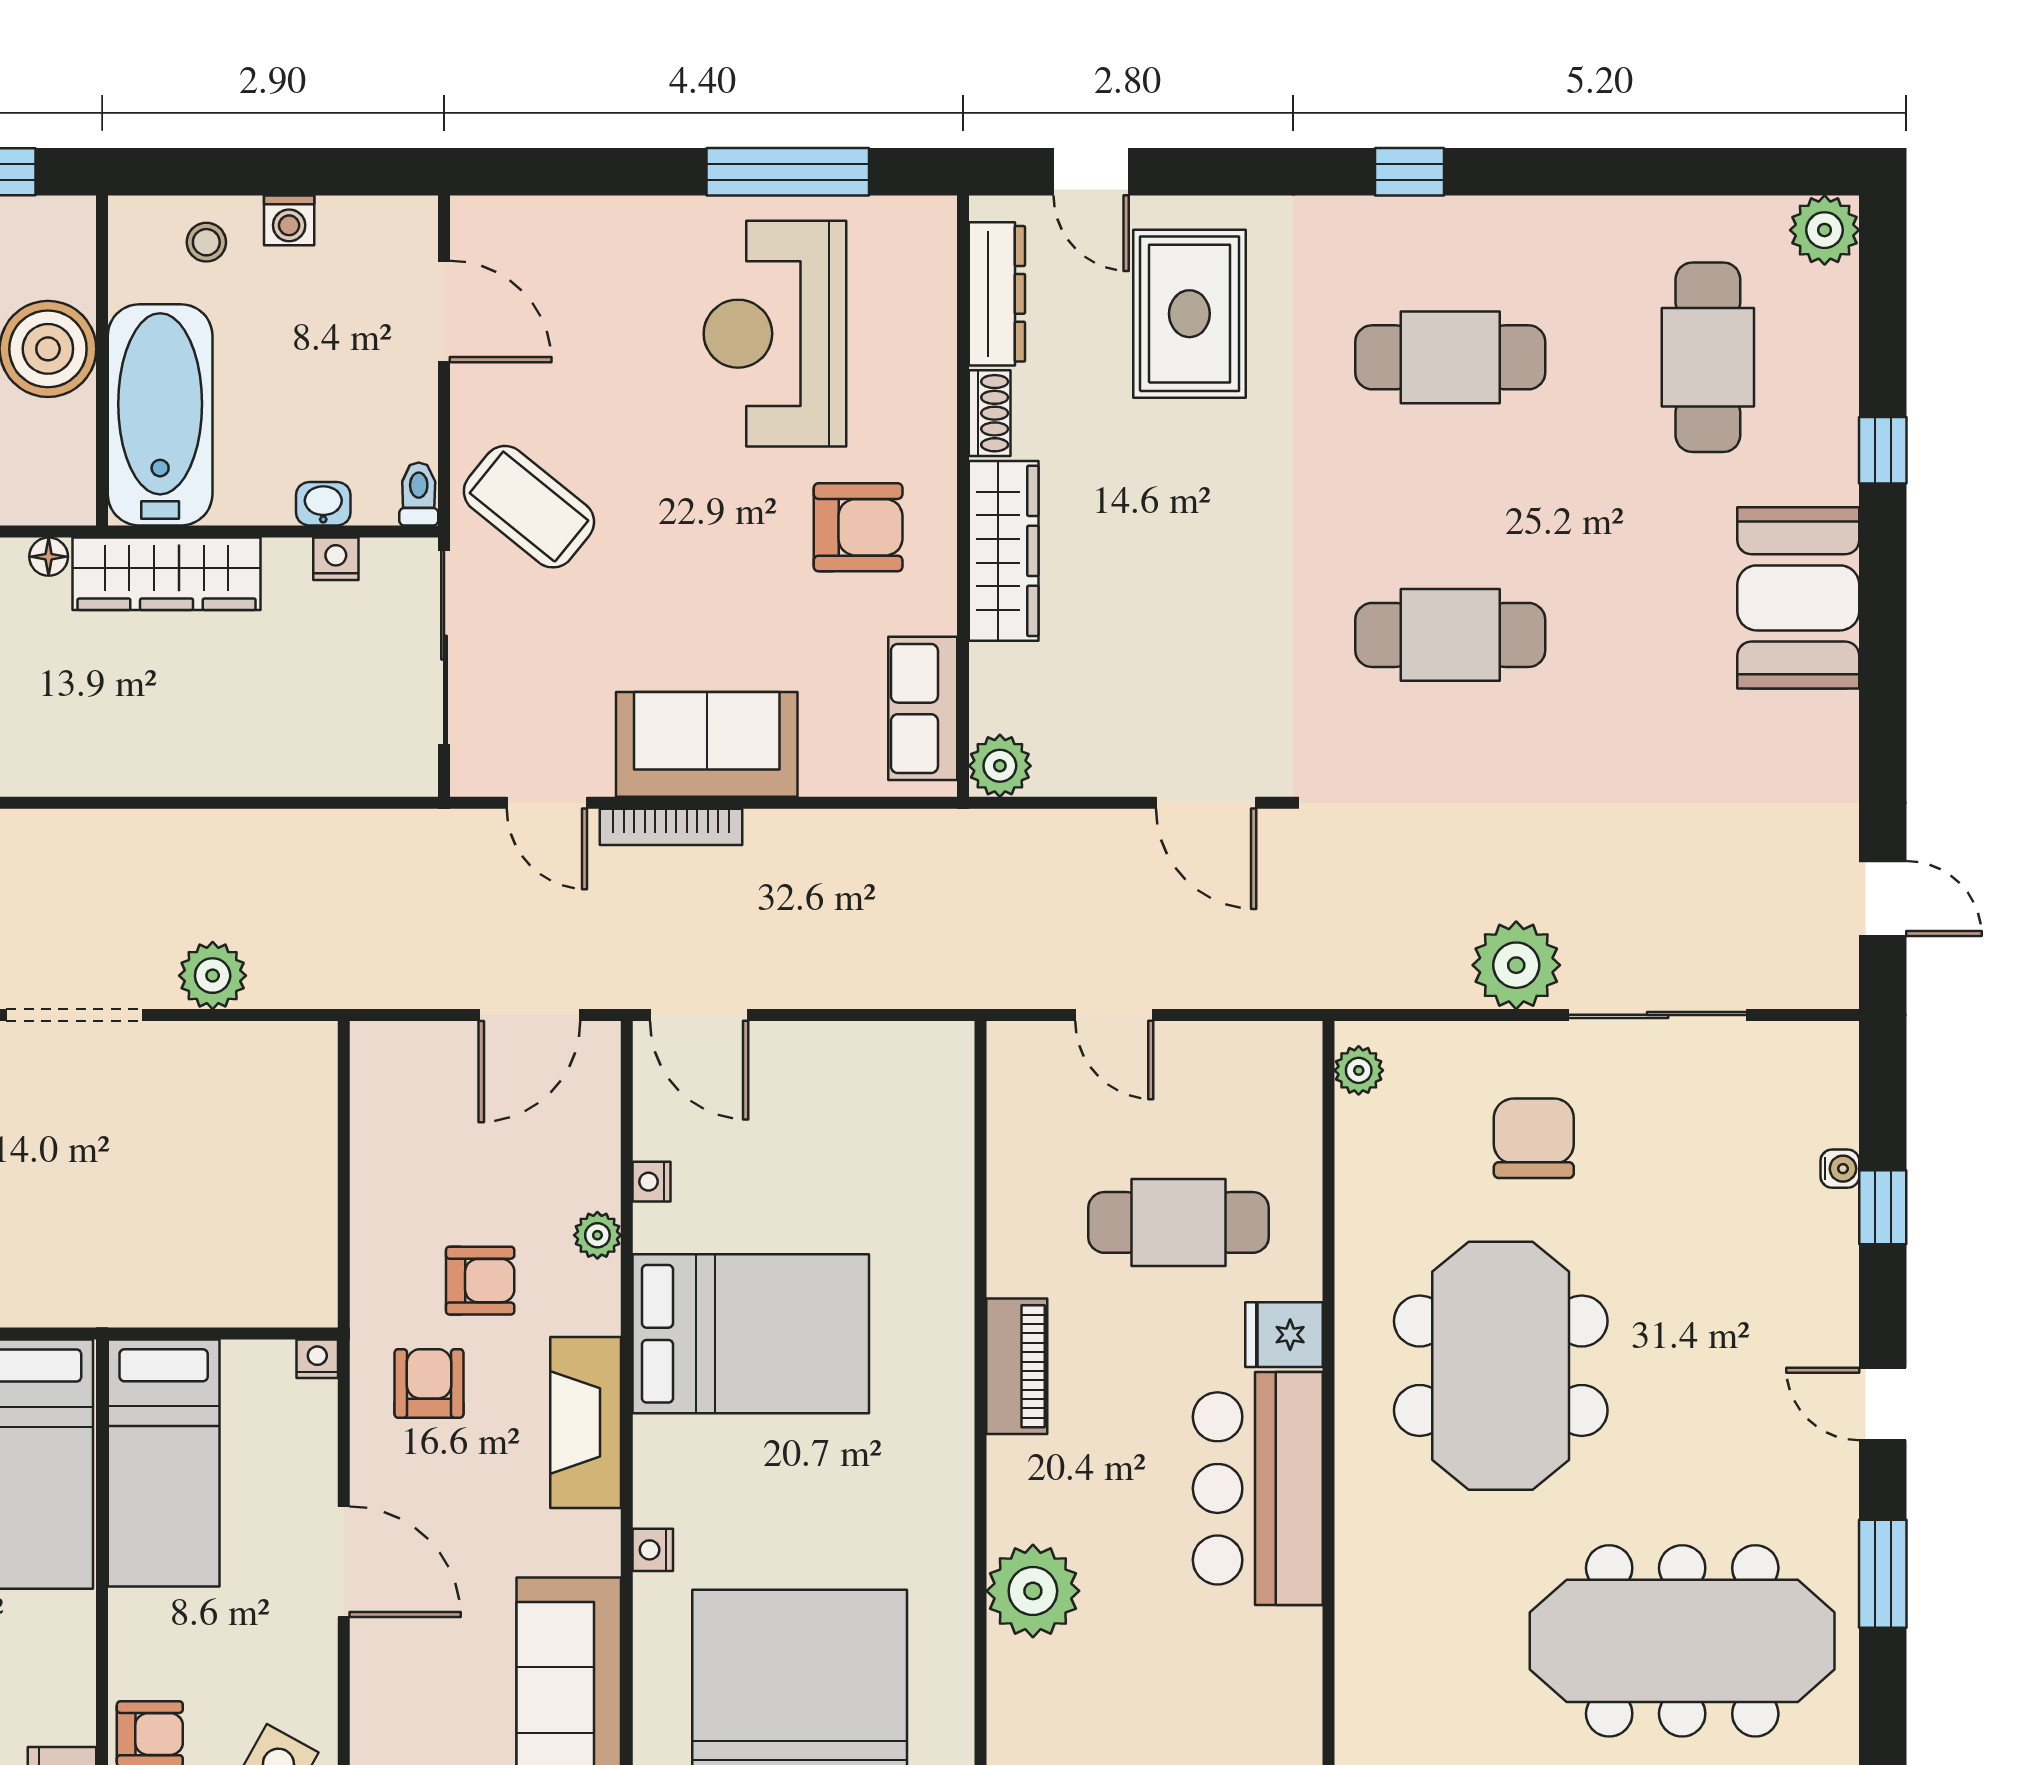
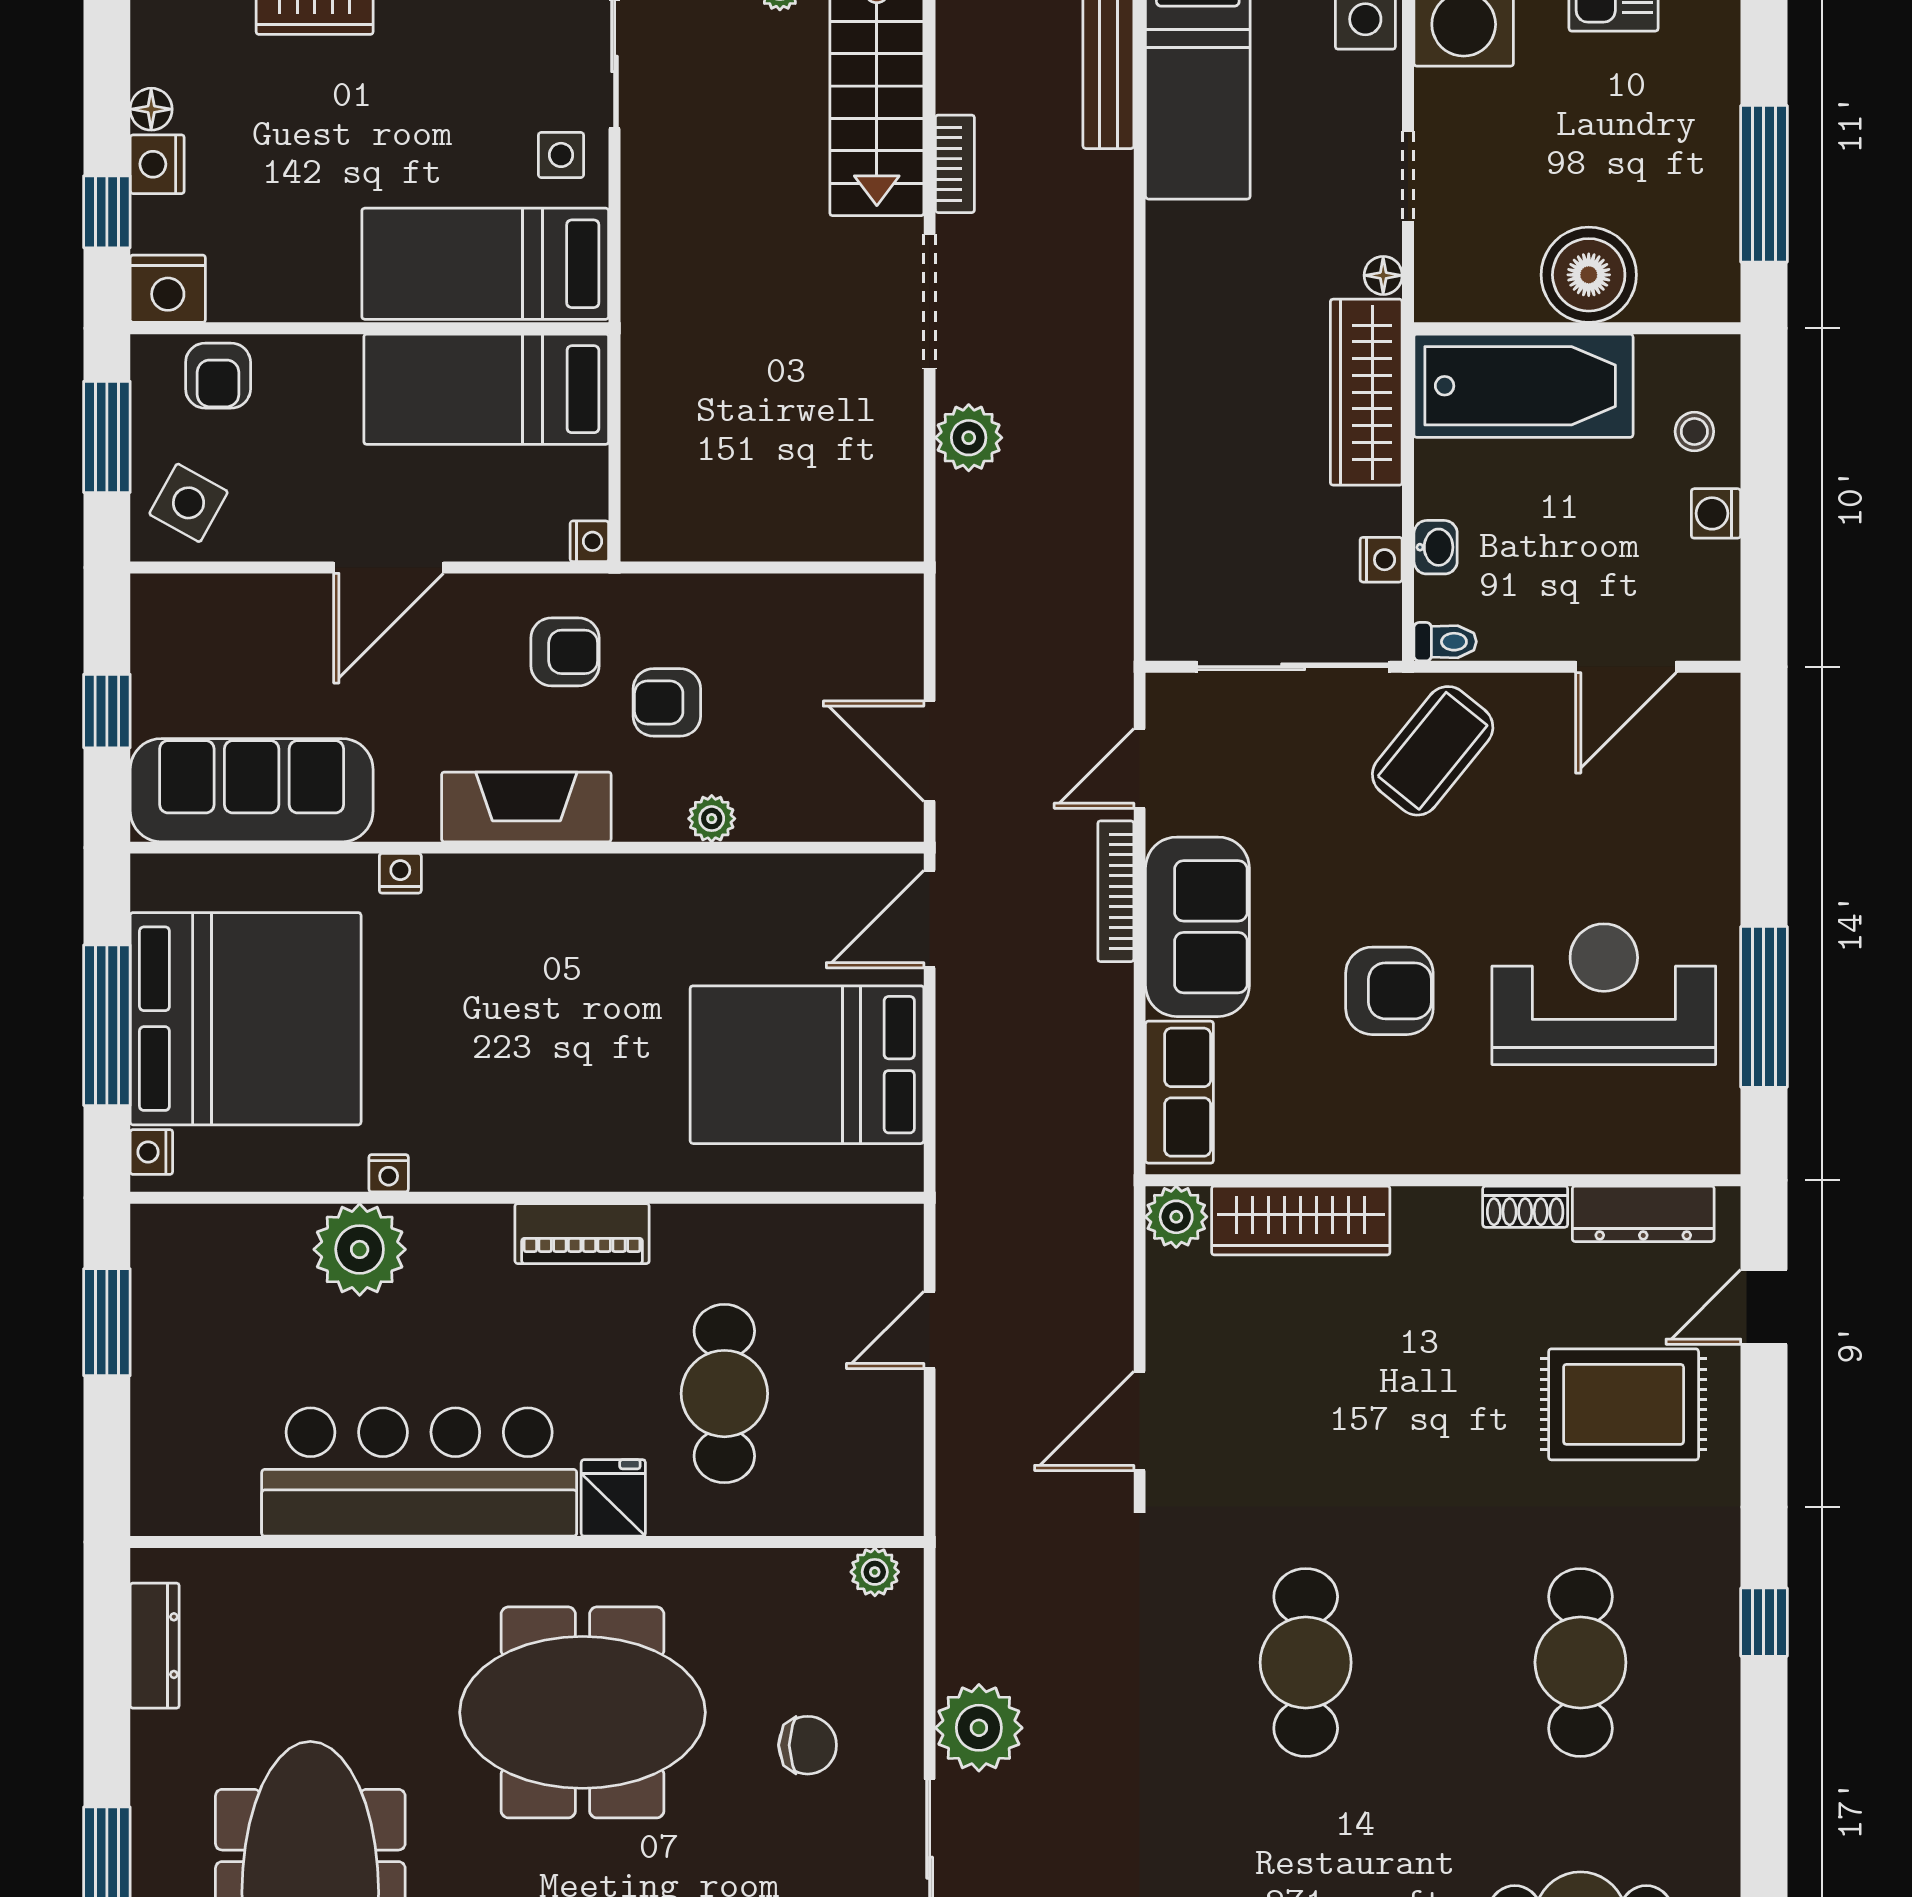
armchair: (858, 527) -> (1389, 991), moved, turned -90
wardrobe: (1004, 551) -> (1301, 1220), moved
row of seats: (923, 708) -> (1179, 1092), moved, turned 90
chair: (1534, 1138) -> (808, 1745), width x0.73, depth x0.73
nightstand: (652, 1182) -> (389, 1173), moved, turned 180
armchair: (480, 1281) -> (667, 702), turned 90
bed: (751, 1334) -> (807, 1065), moved, turned 90
bar counter: (1258, 1488) -> (419, 1472), width x1.36

